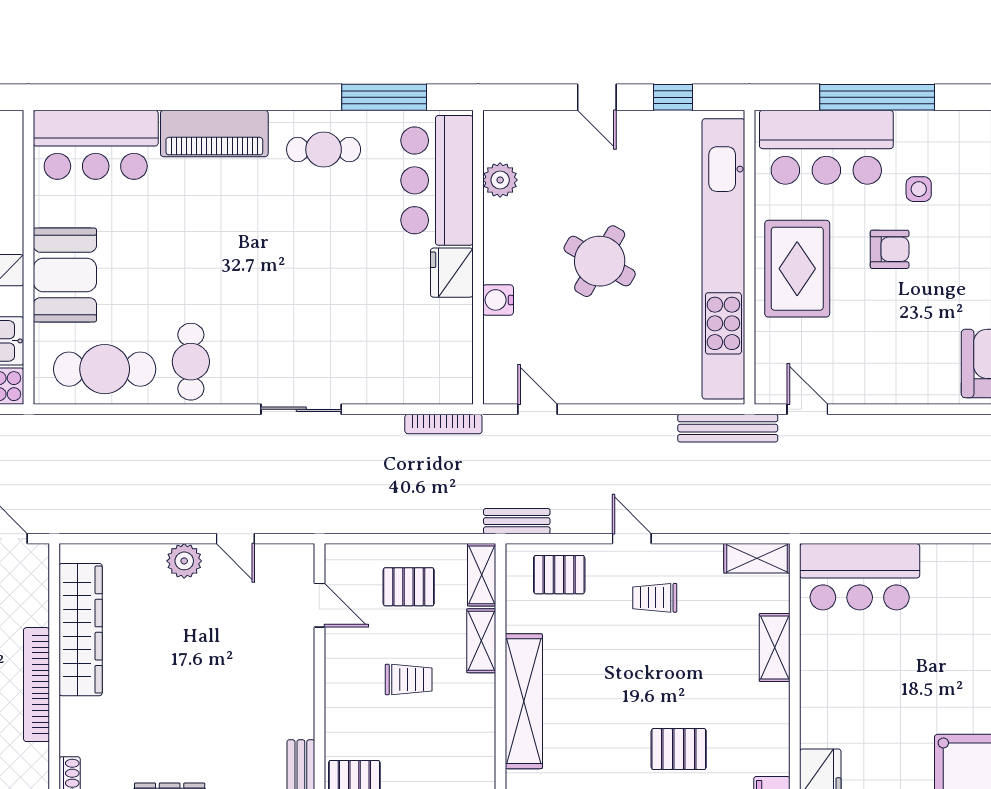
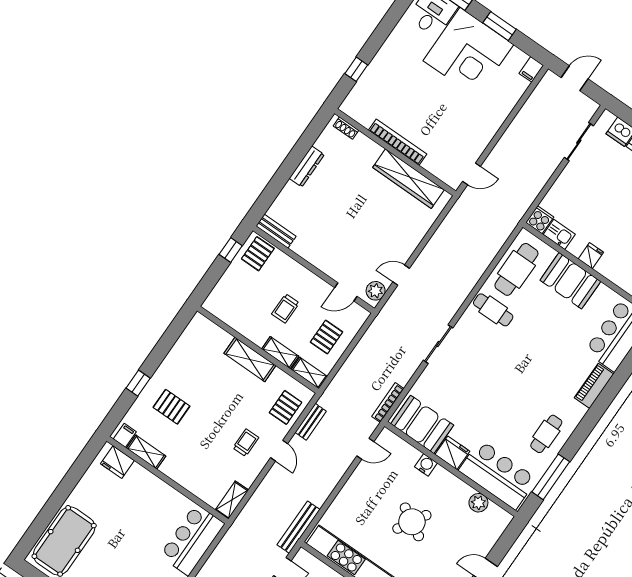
piano: (214, 133) -> (594, 386), width x0.73, depth x0.75
booth: (440, 349) -> (422, 424), added
bench: (517, 521) -> (311, 422), moved
door: (632, 539) -> (279, 451), hinge flipped
plant: (184, 561) -> (376, 291), moved
shelving: (775, 647) -> (146, 452), moved
shelving: (524, 701) -> (250, 359), width x0.68
pallet: (679, 749) -> (171, 407), turned 90

